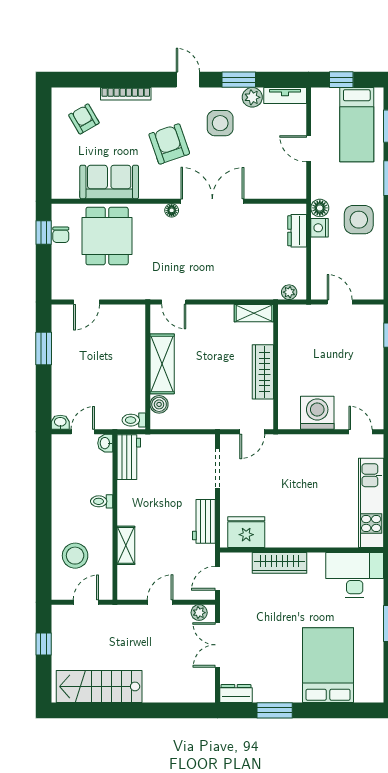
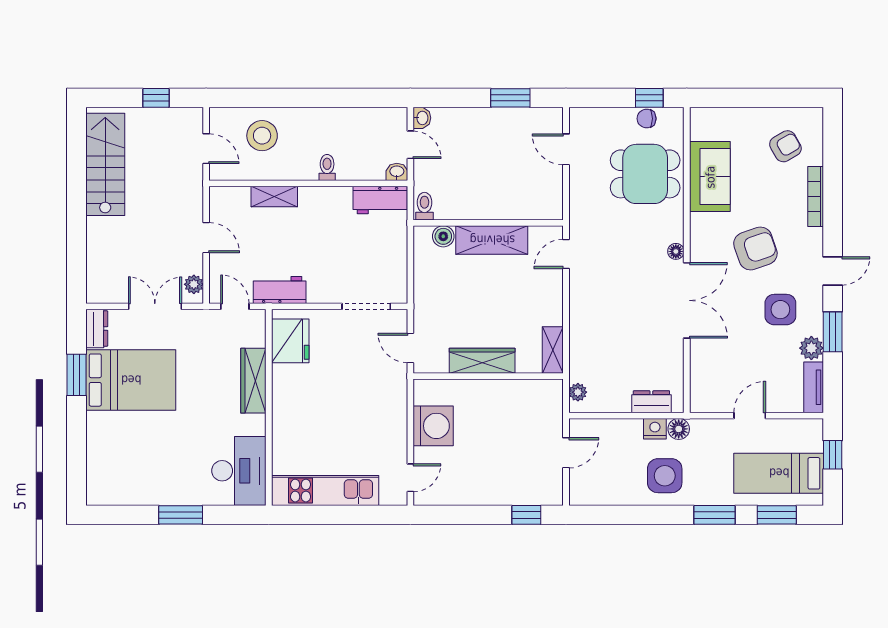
workbench: (204, 521) -> (280, 290), moved
bed: (328, 665) -> (131, 380), moved

